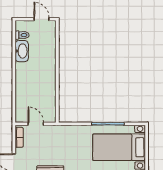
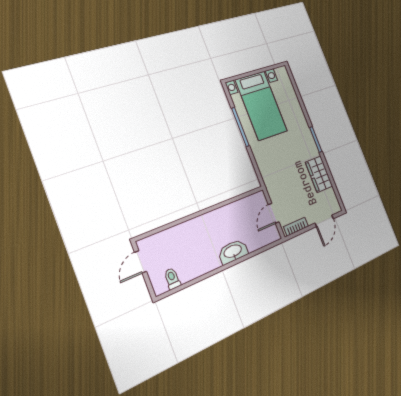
washbasin: (22, 51) -> (233, 252), moved

